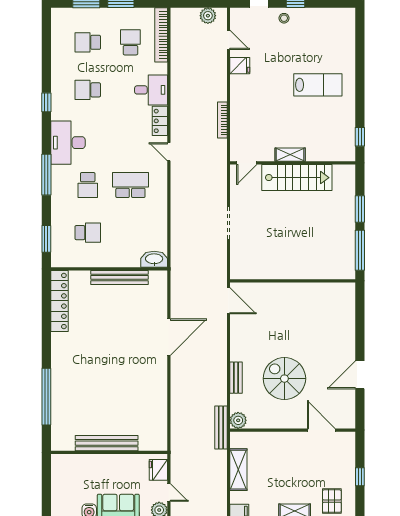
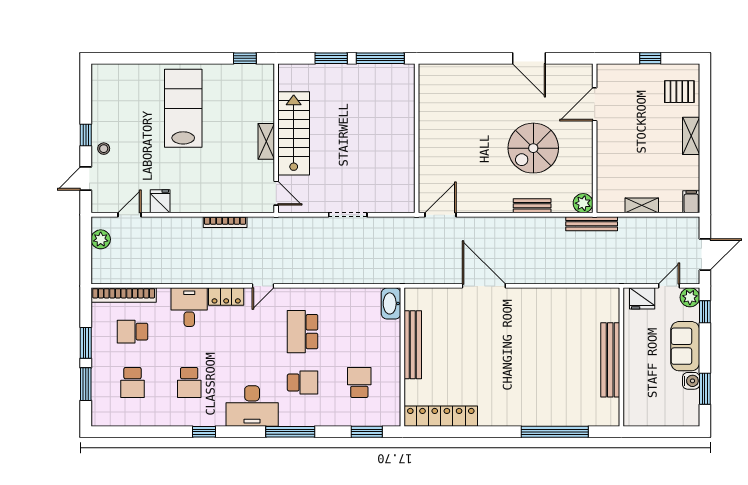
lab bench: (318, 85) -> (183, 108), width x1.36, depth x1.39
shelving: (238, 470) -> (642, 205), width x0.67, depth x0.75

